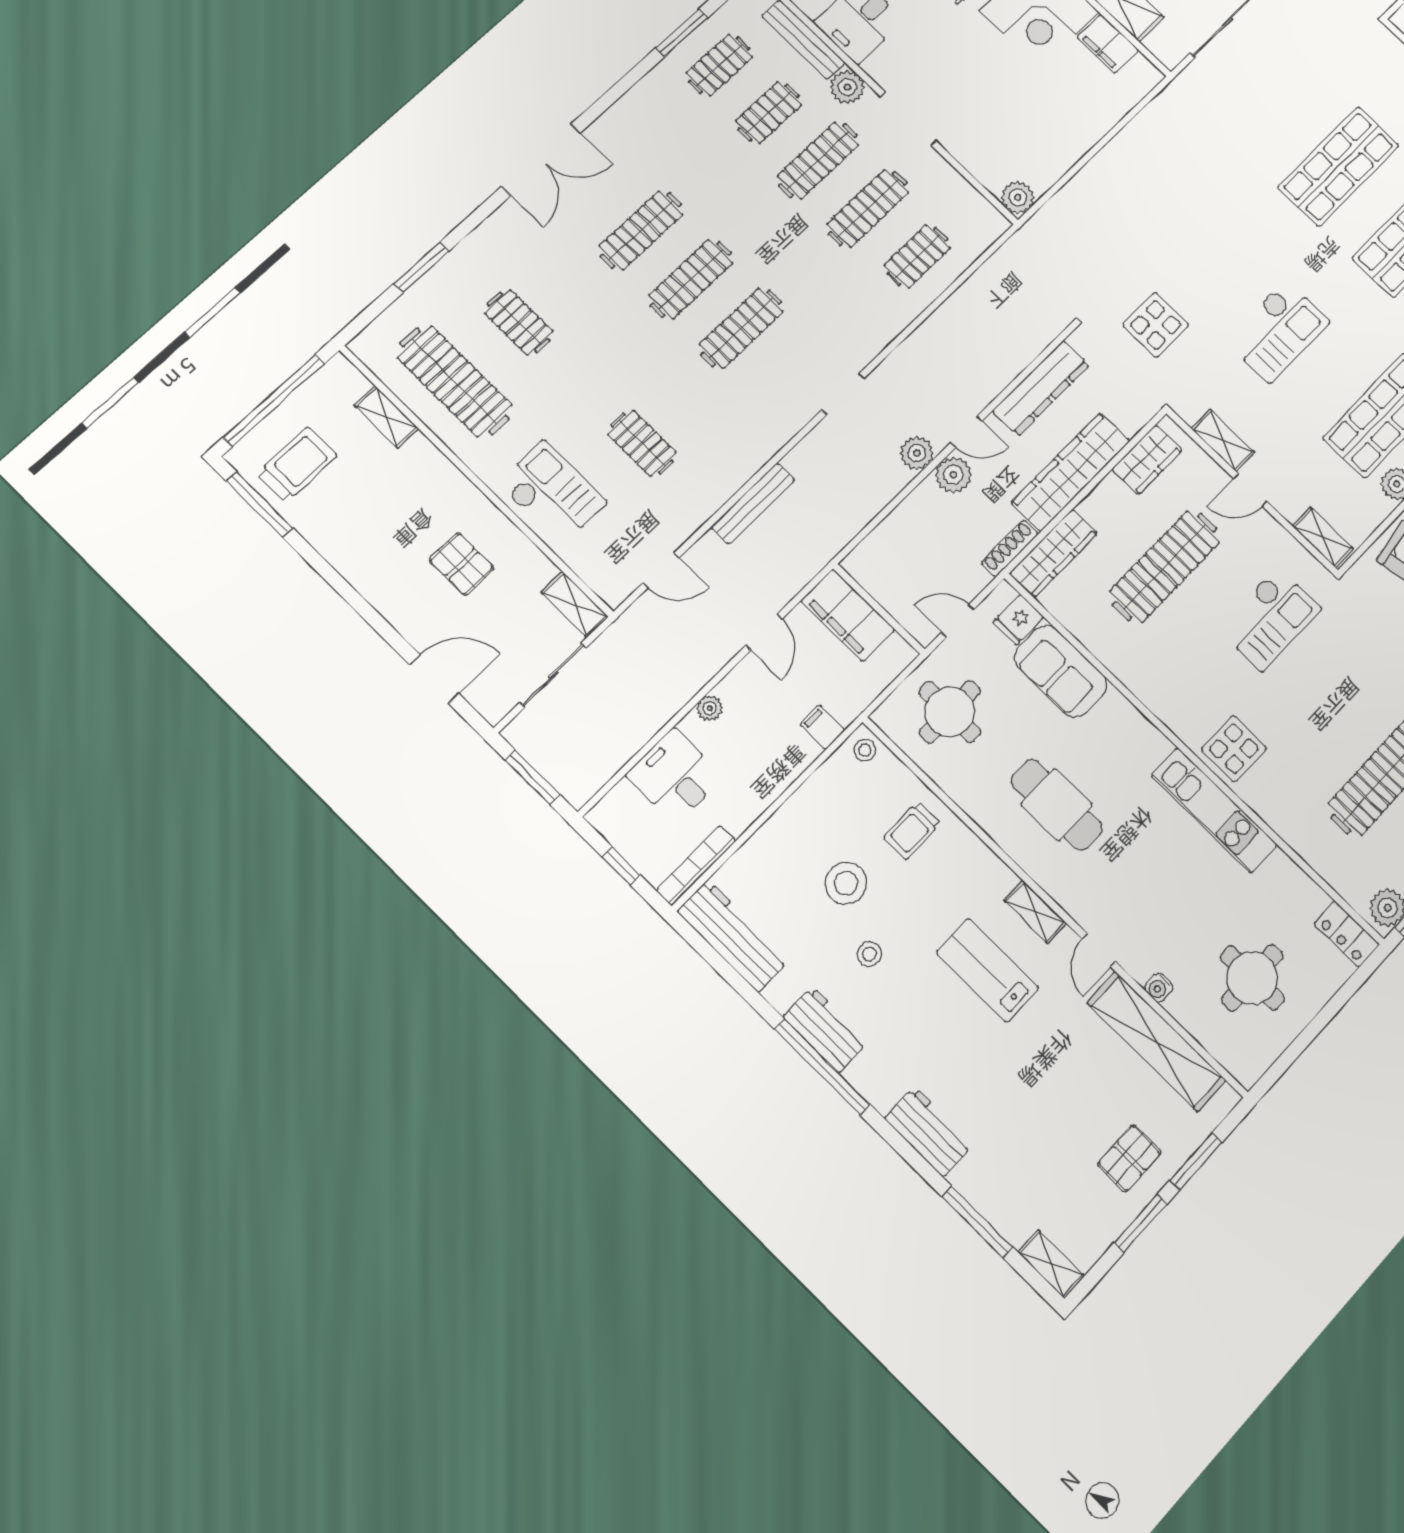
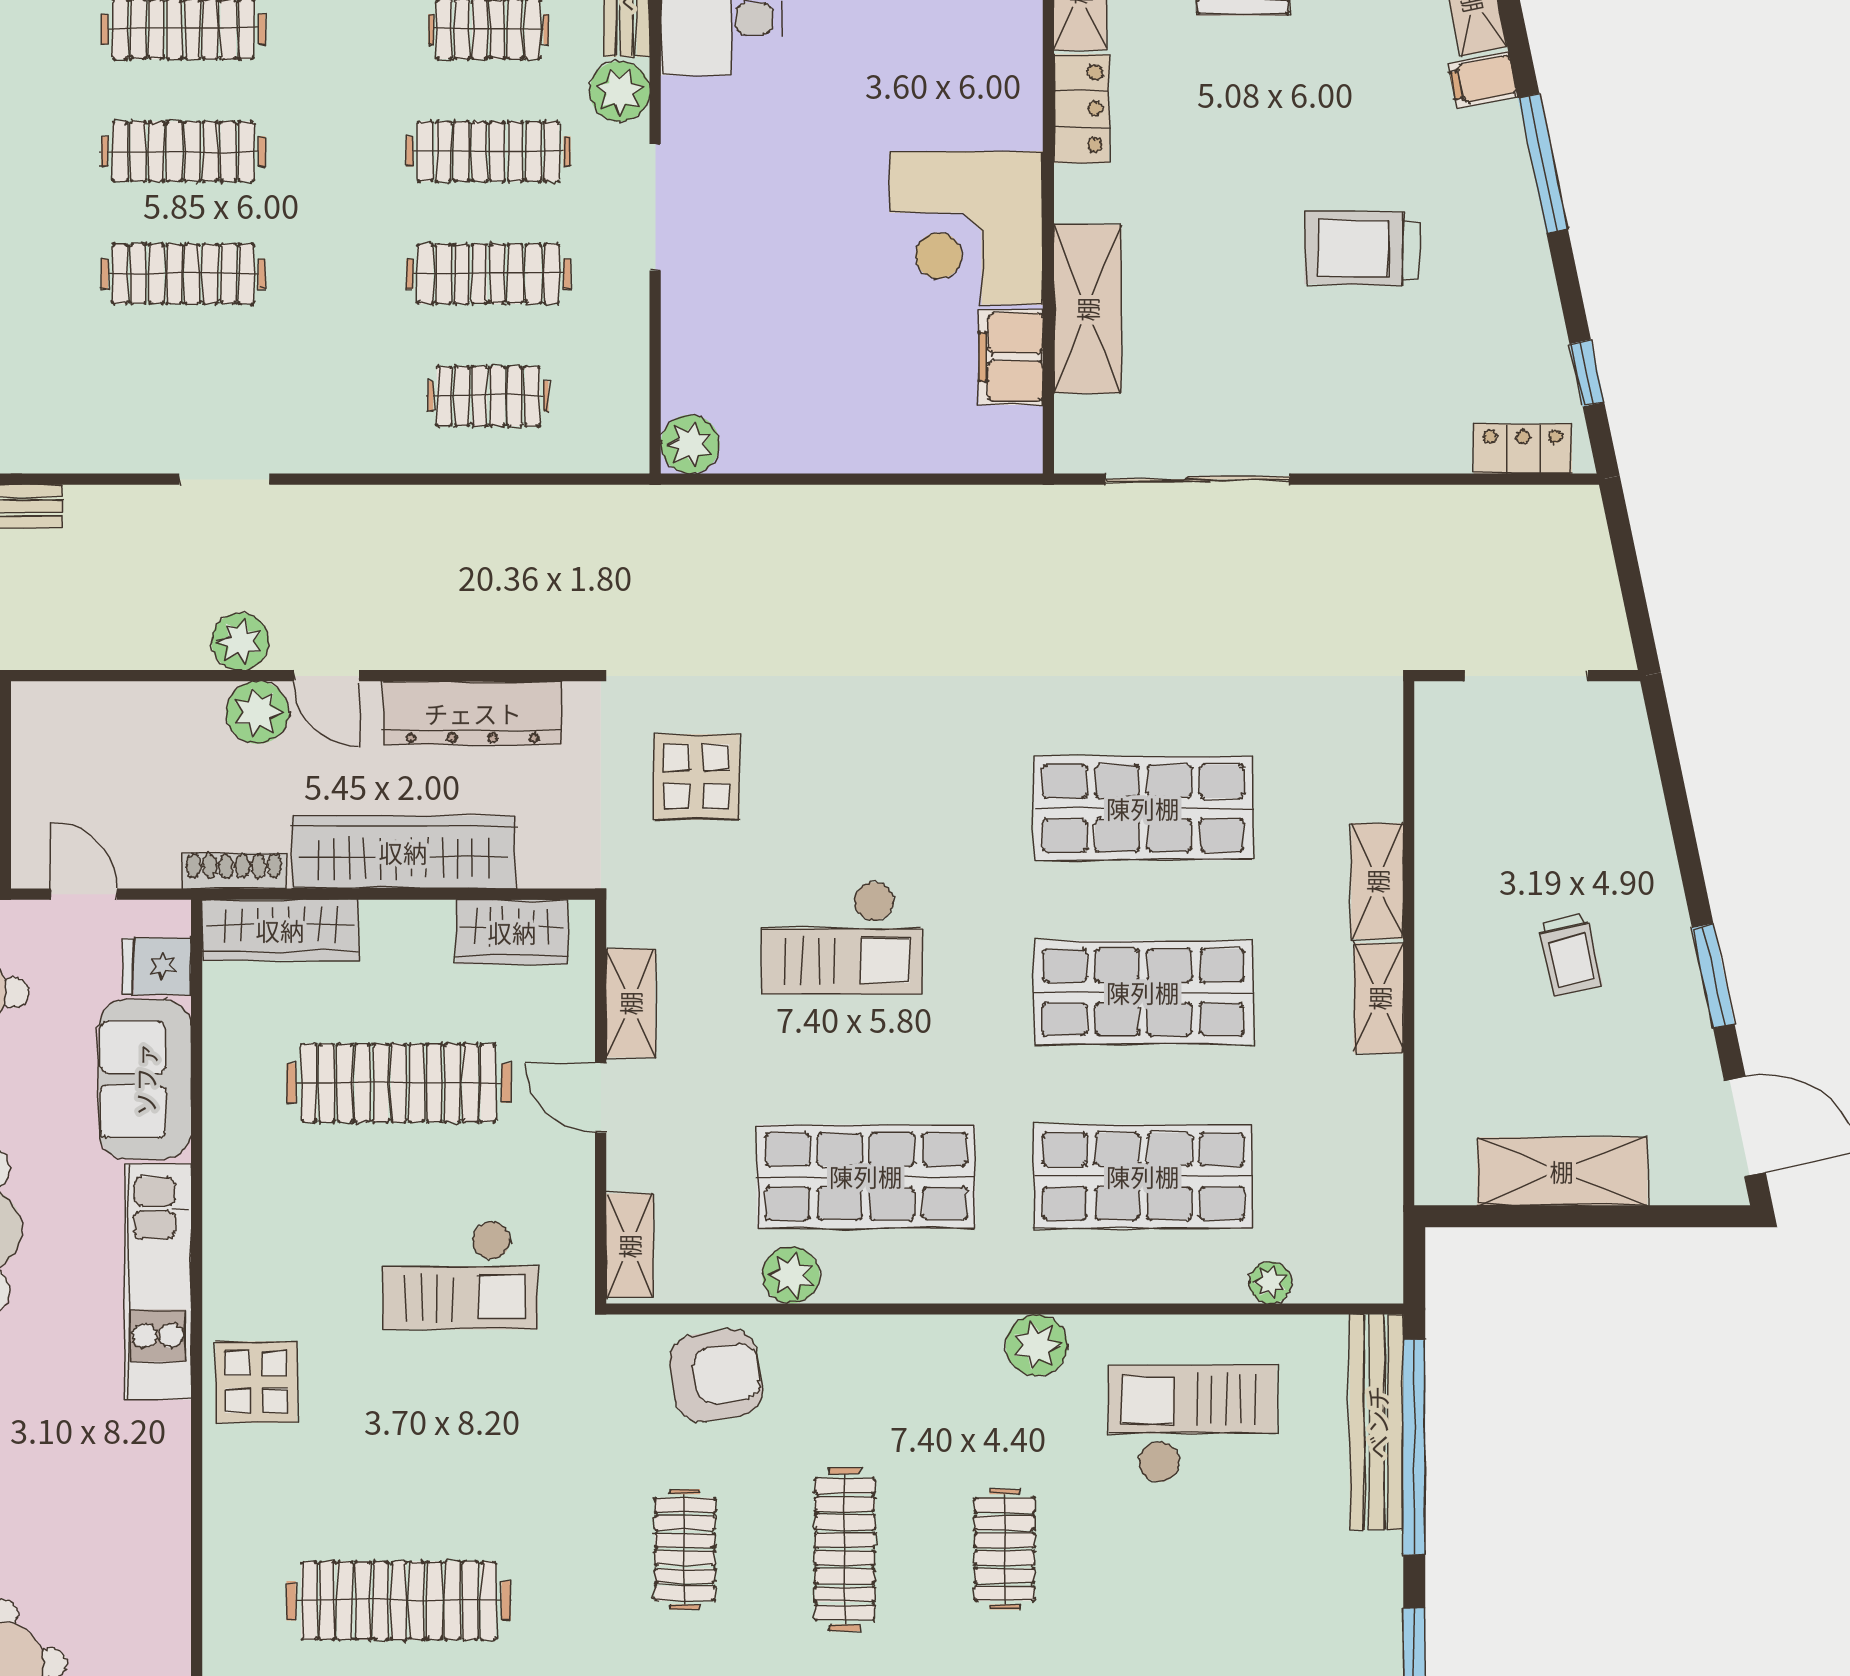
kitchen unit: (1214, 810) -> (158, 1281), moved

